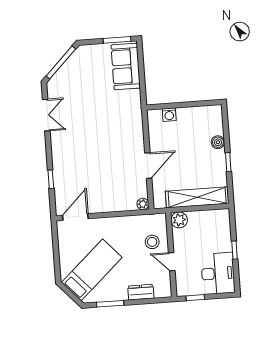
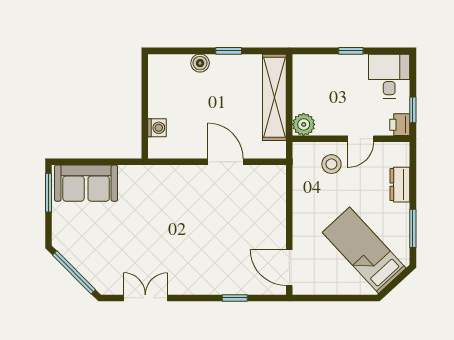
plant: (143, 204) -> (278, 173), removed
desk: (218, 273) -> (389, 76), width x0.73
printer: (184, 289) -> (400, 125), added

